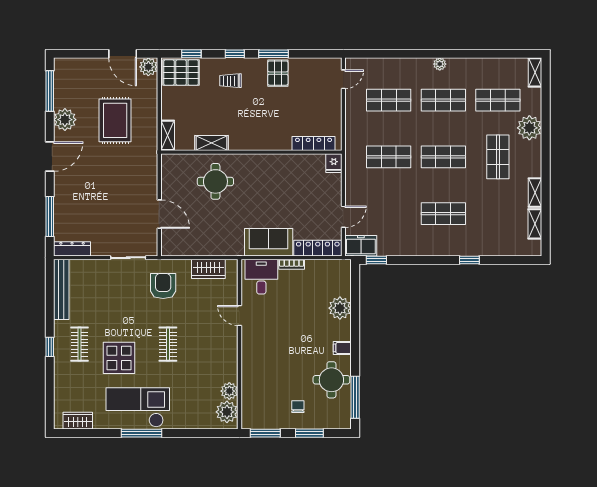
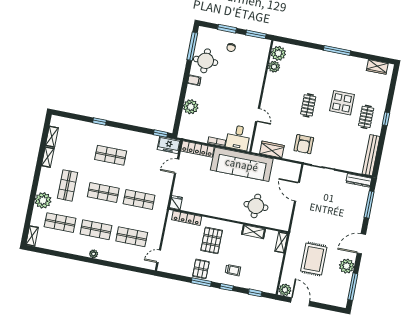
pallet: (181, 73) -> (212, 240), moved, turned 90
sofa: (269, 242) -> (242, 164), width x1.85, depth x1.27
checkout: (138, 407) -> (336, 68), removed

